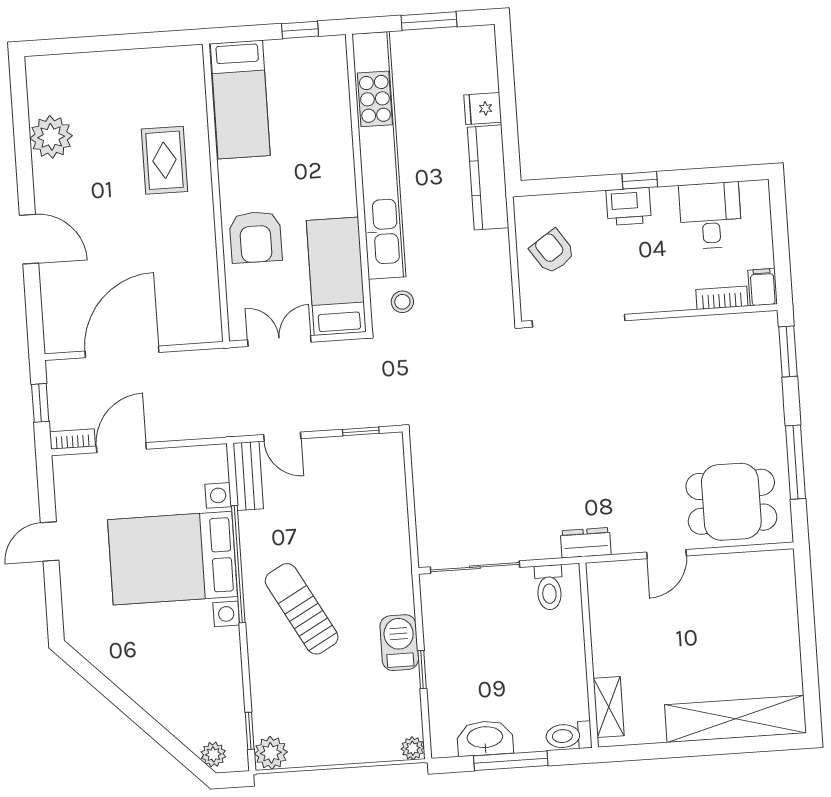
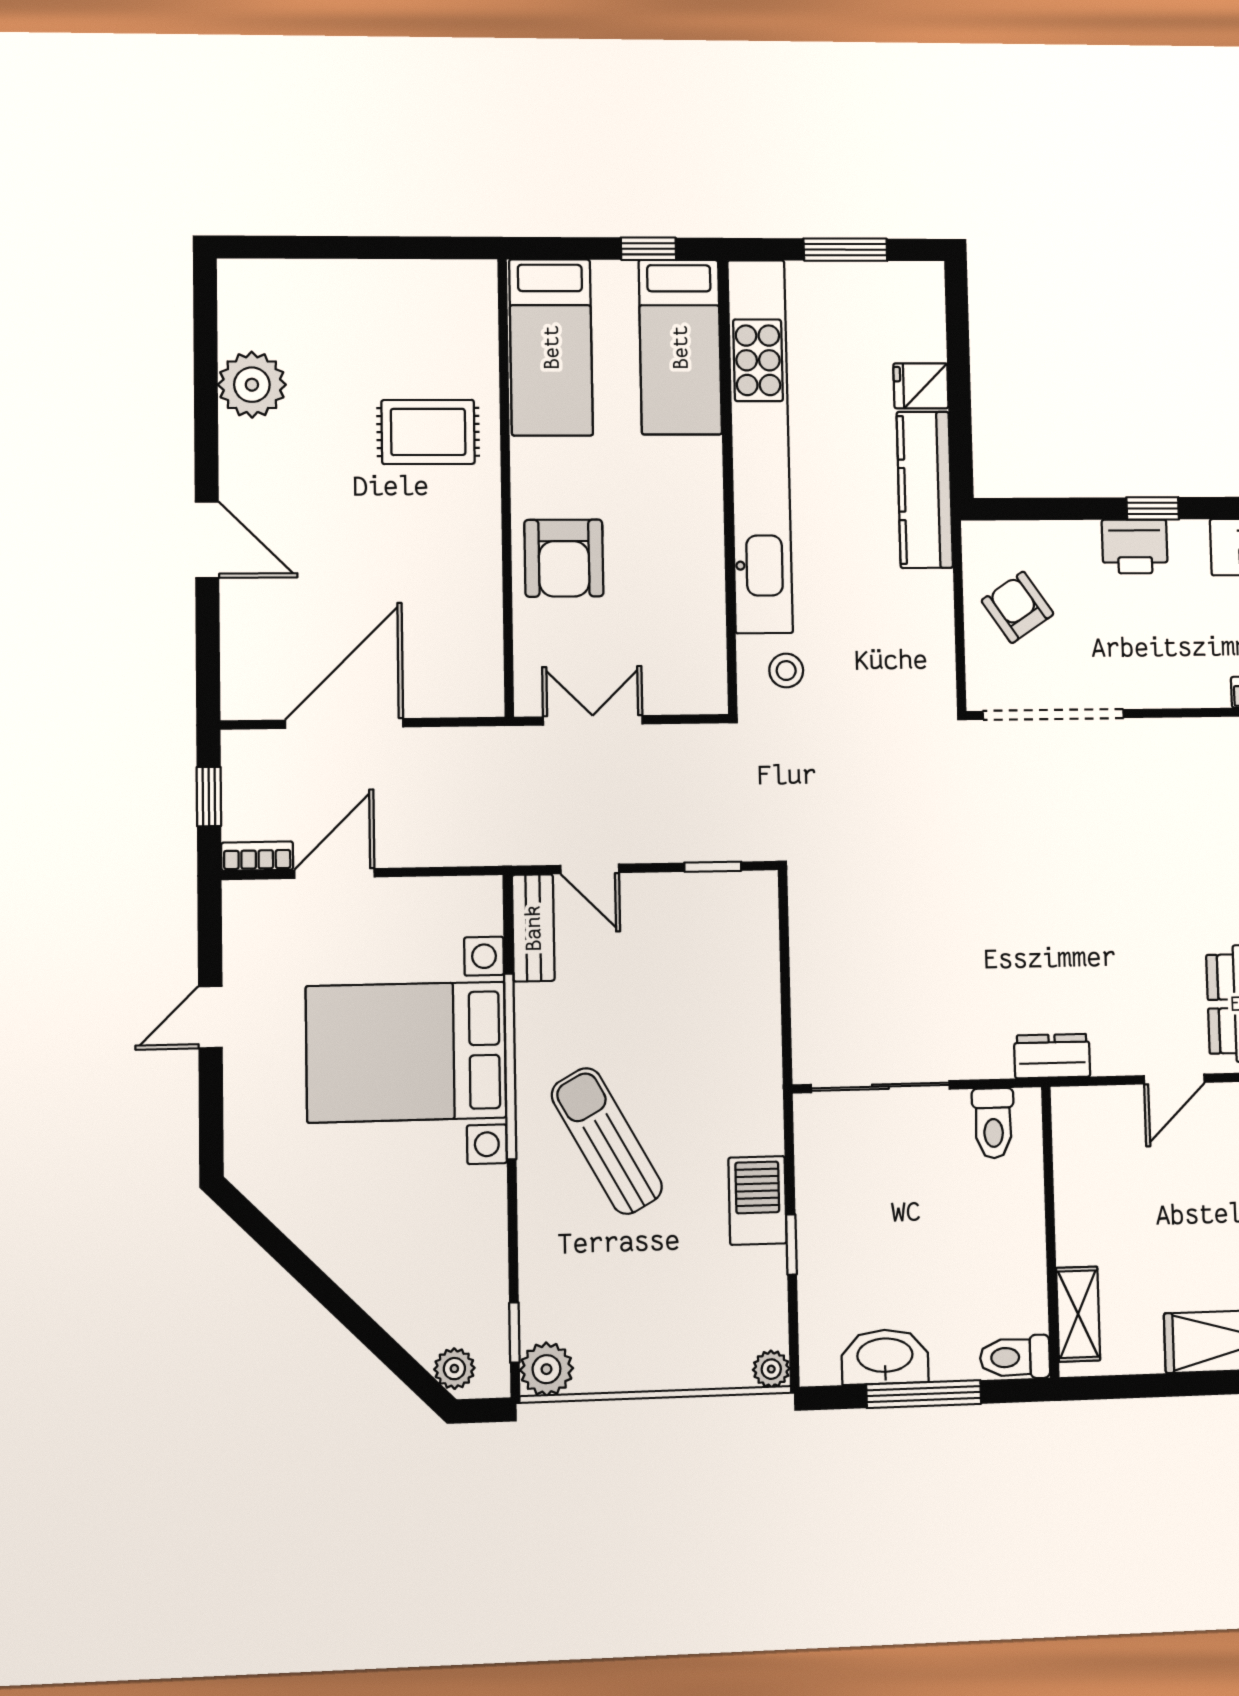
rug: (164, 160) -> (428, 432), turned 90
bed: (336, 276) -> (680, 347), moved, turned 180

